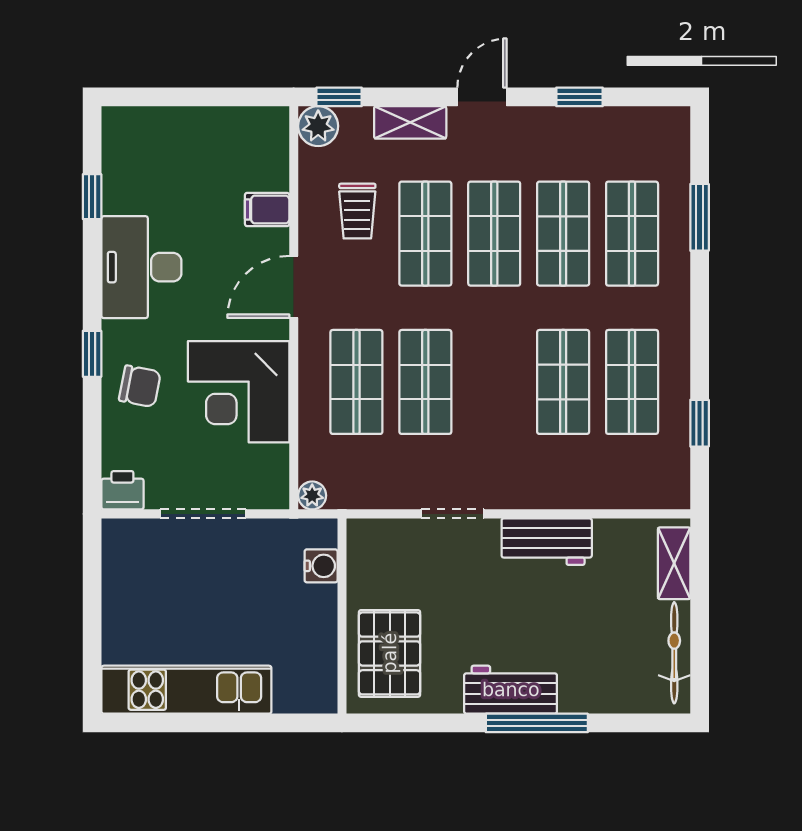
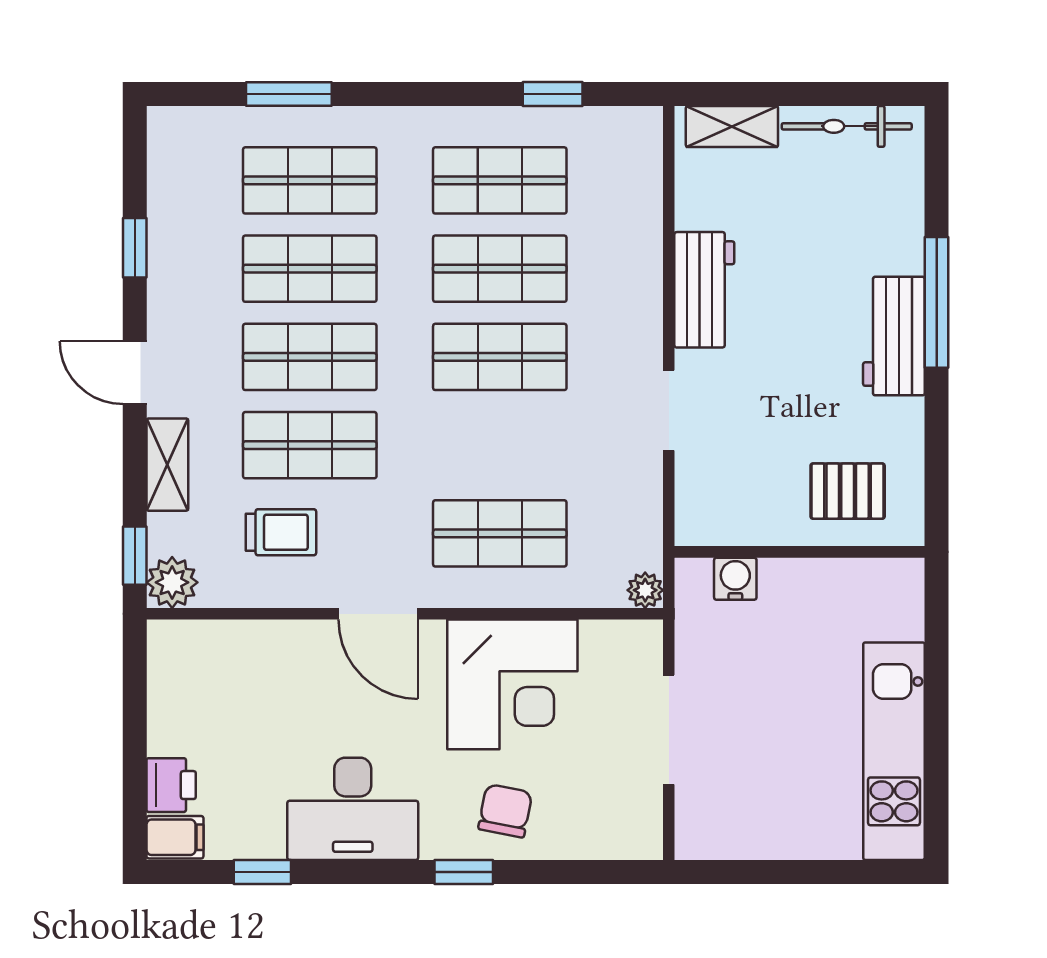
filing cabinet: (267, 209) -> (175, 837), moved, turned -90
shop shelf: (425, 382) -> (500, 357), moved
printer: (122, 490) -> (171, 785), moved, turned 180
pallet: (390, 653) -> (848, 491), width x0.67, depth x0.71

